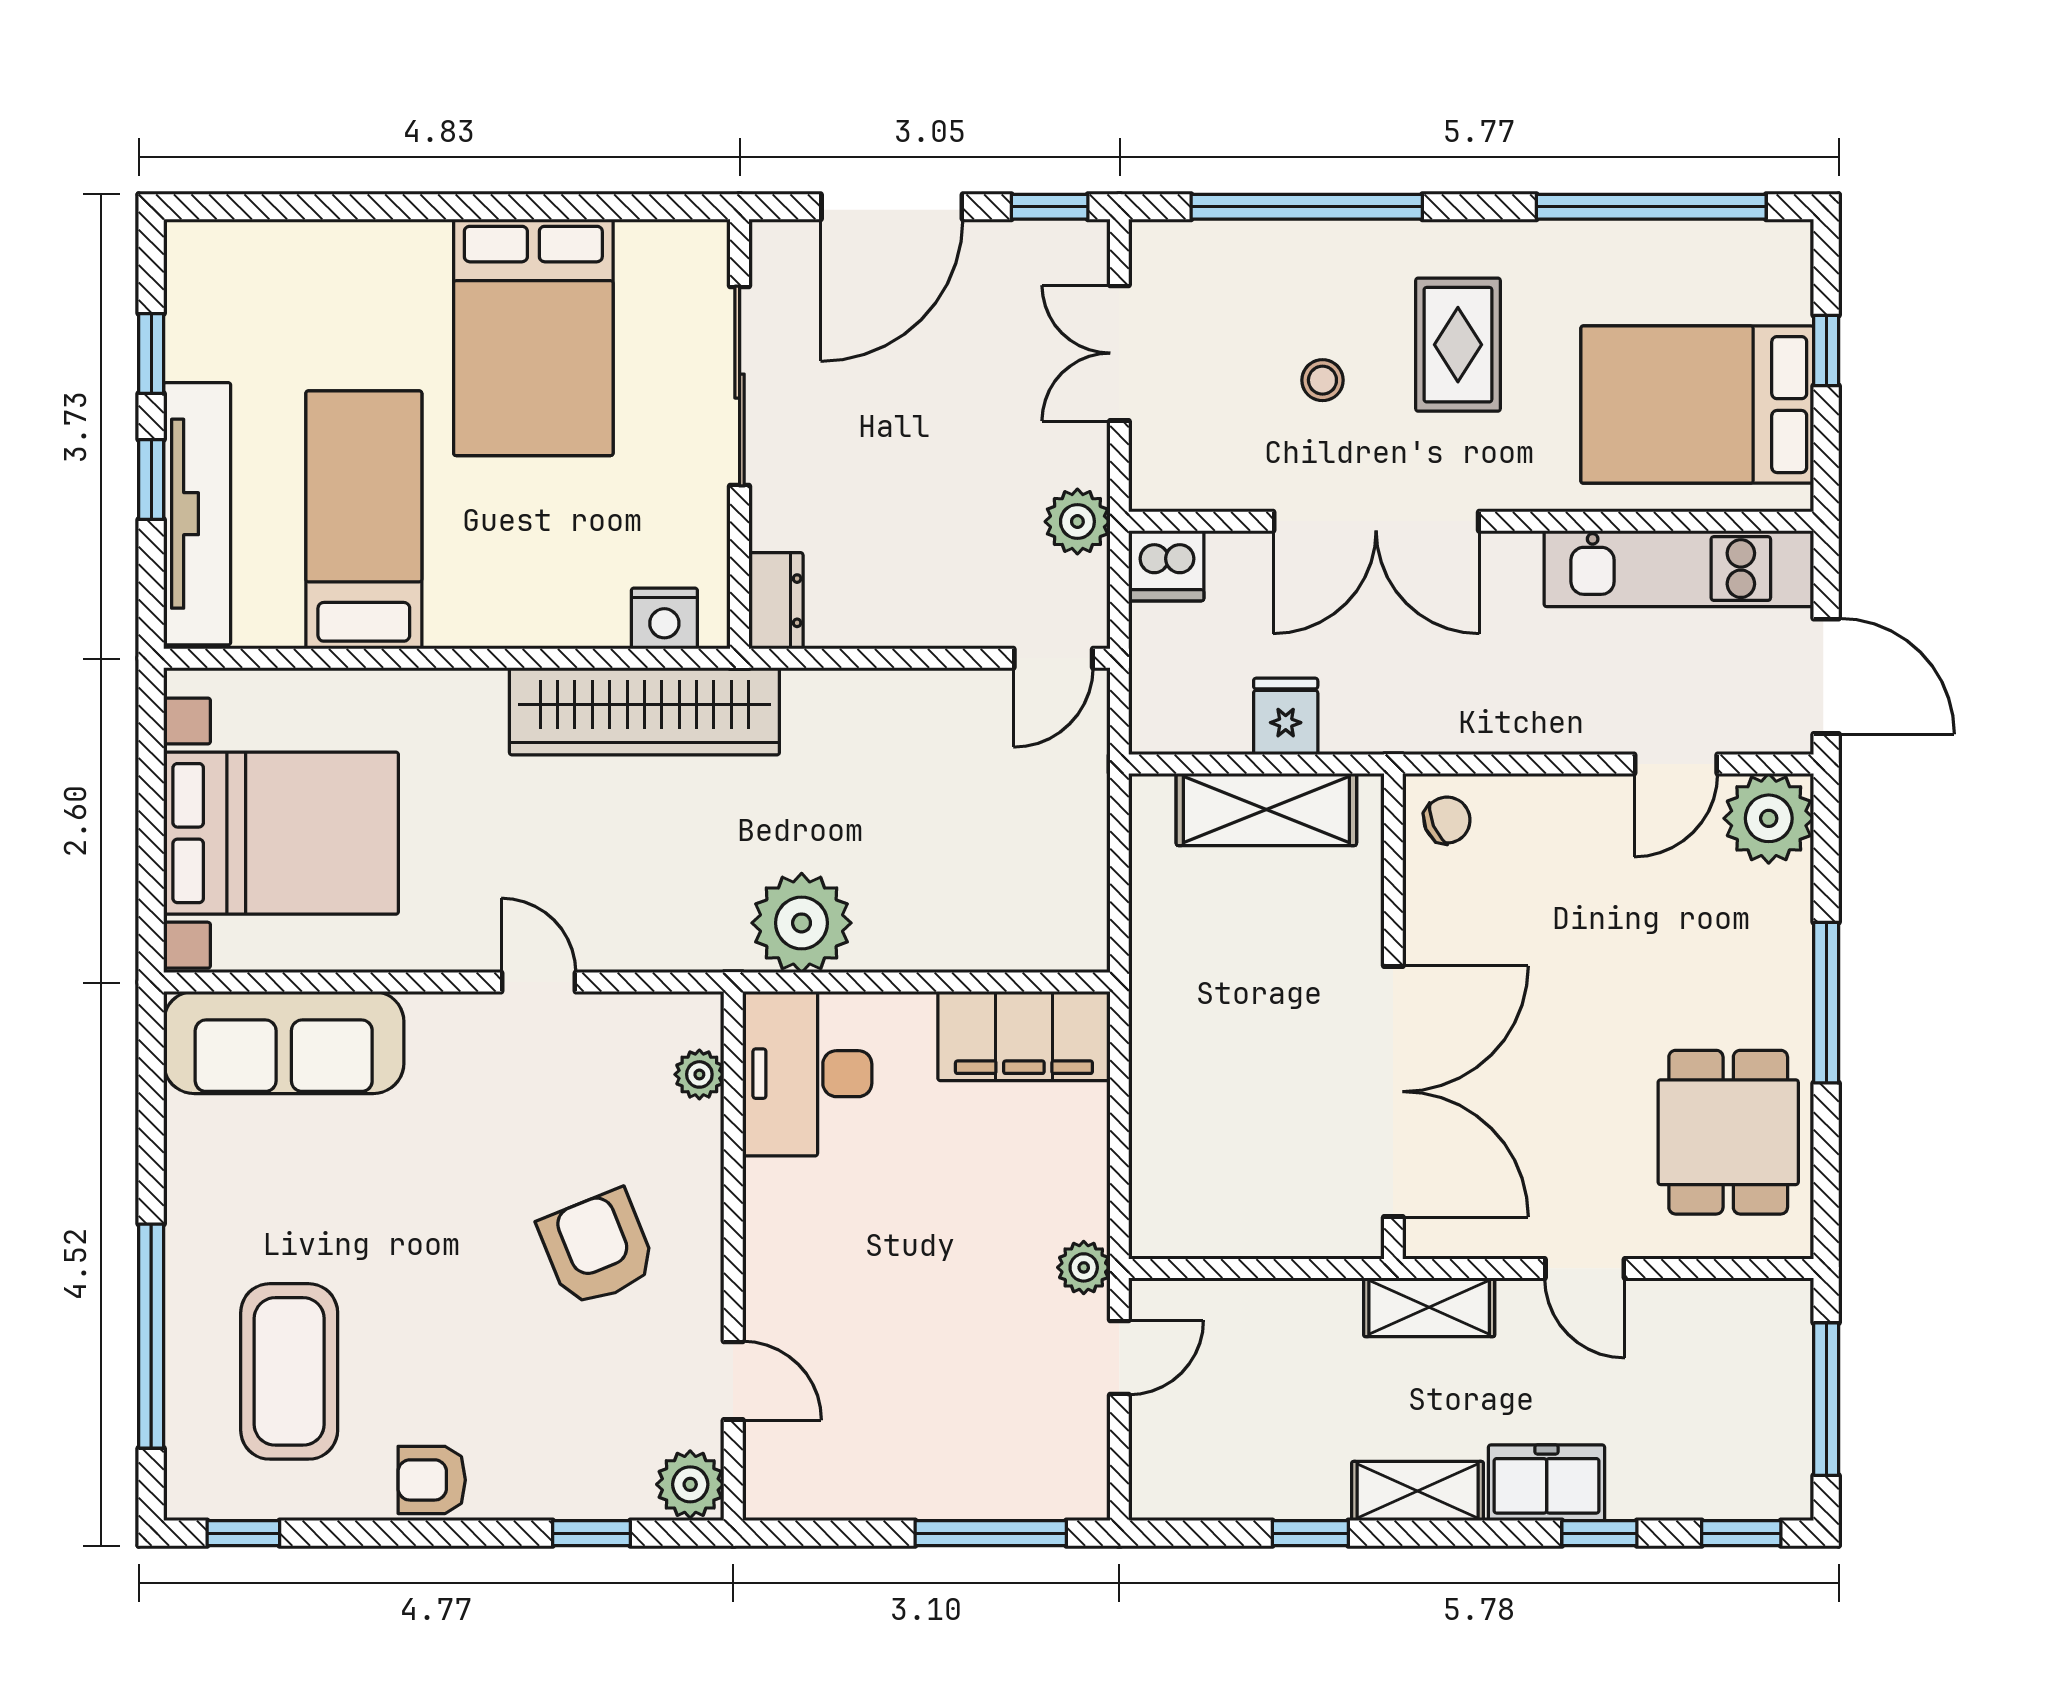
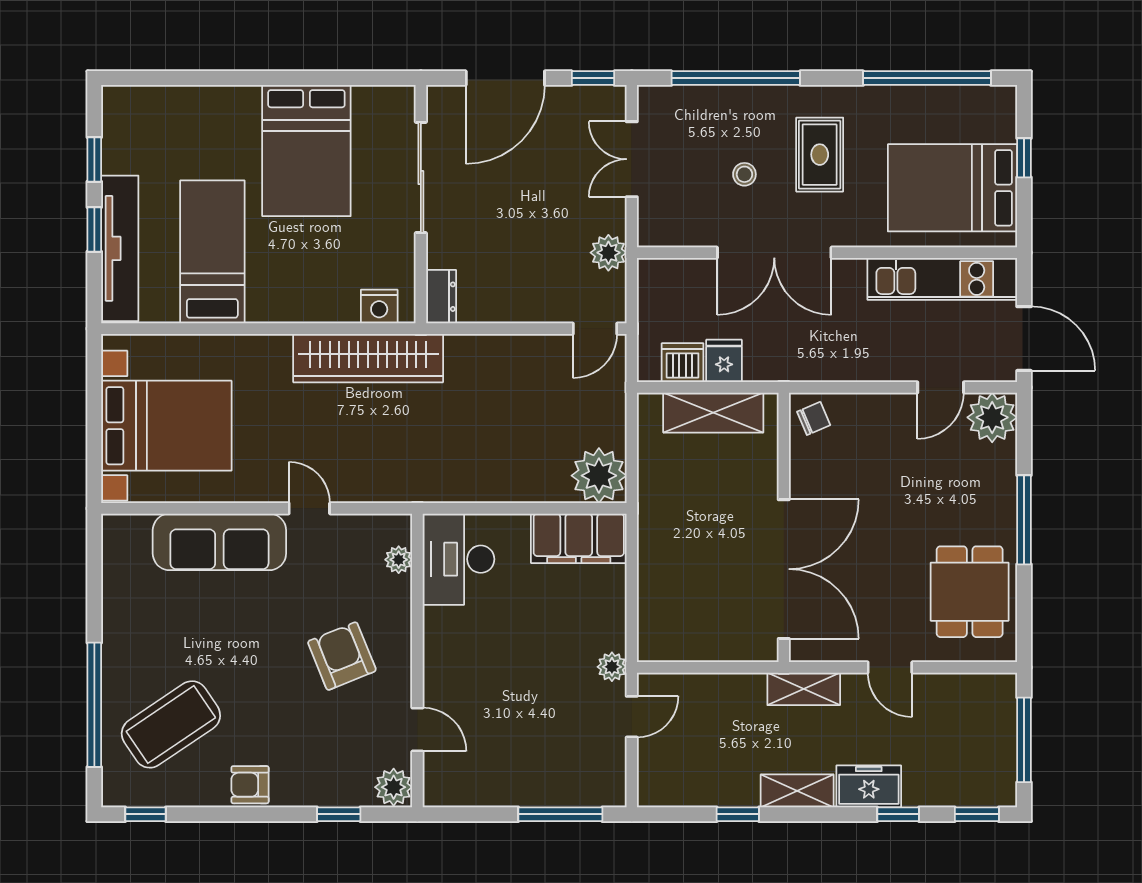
dishwasher: (1166, 566) -> (683, 363), moved, turned 180
plant: (802, 923) -> (599, 476), moved
sofa: (284, 1042) -> (219, 542), moved
coffee table: (289, 1371) -> (171, 724), turned 56

